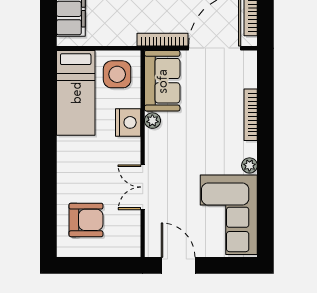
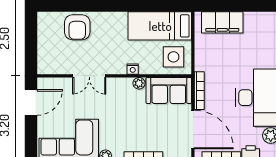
nightstand: (128, 122) -> (133, 69), width x0.53, depth x0.56
double door: (143, 187) -> (89, 76), swing flipped
armchair: (86, 220) -> (77, 27), moved

